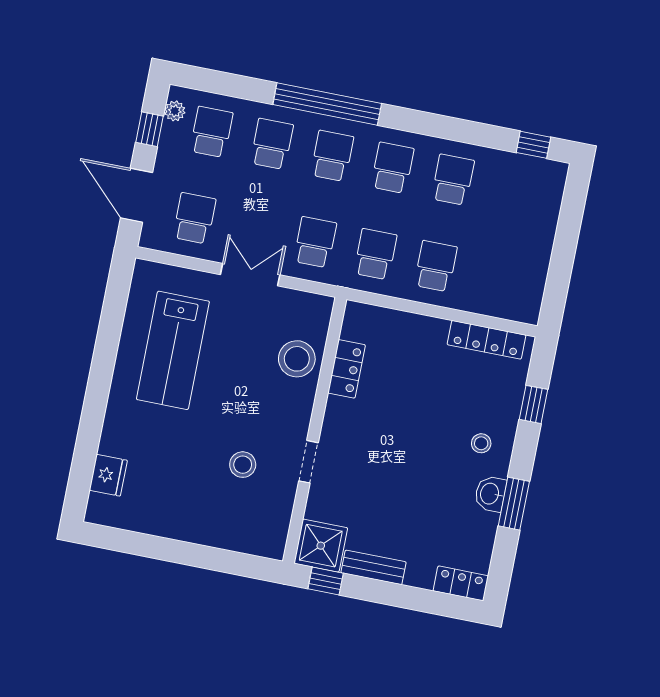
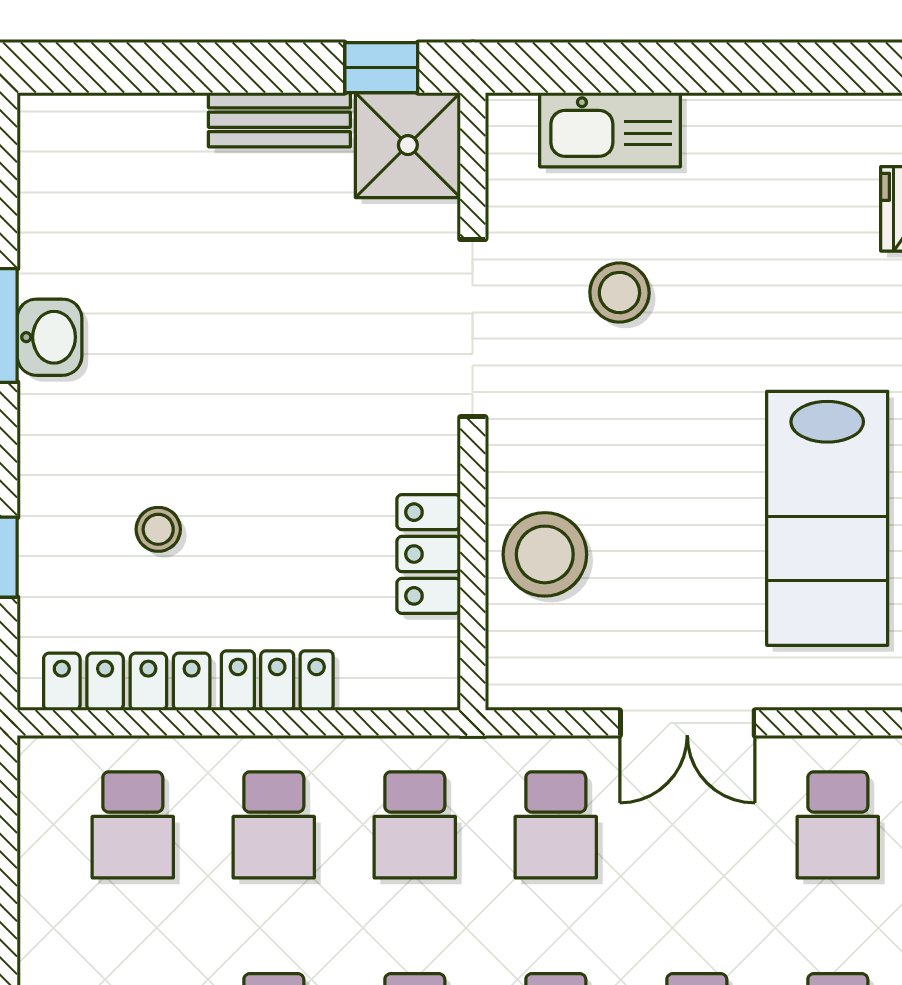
school desk: (496, 278) -> (133, 825), added
lab bench: (173, 350) -> (827, 518), turned 180
stool: (481, 443) -> (158, 529), moved
doorway: (308, 462) -> (473, 328), width x1.88
kitchen sink: (233, 535) -> (610, 130), added
locker: (461, 583) -> (277, 681), moved, turned 180

